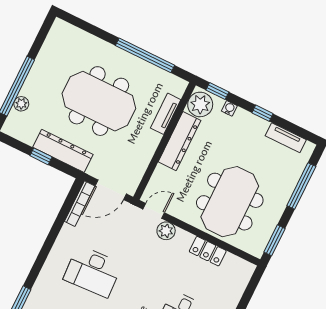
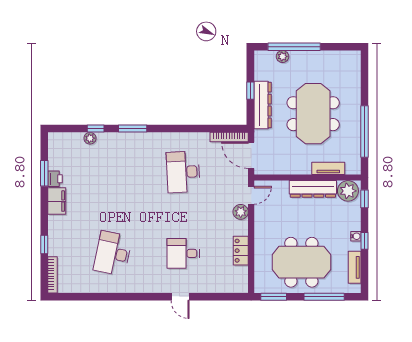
water cooler: (229, 108) -> (356, 236), moved
meeting table: (230, 202) -> (301, 262), moved
door: (154, 211) -> (251, 195), hinge flipped

